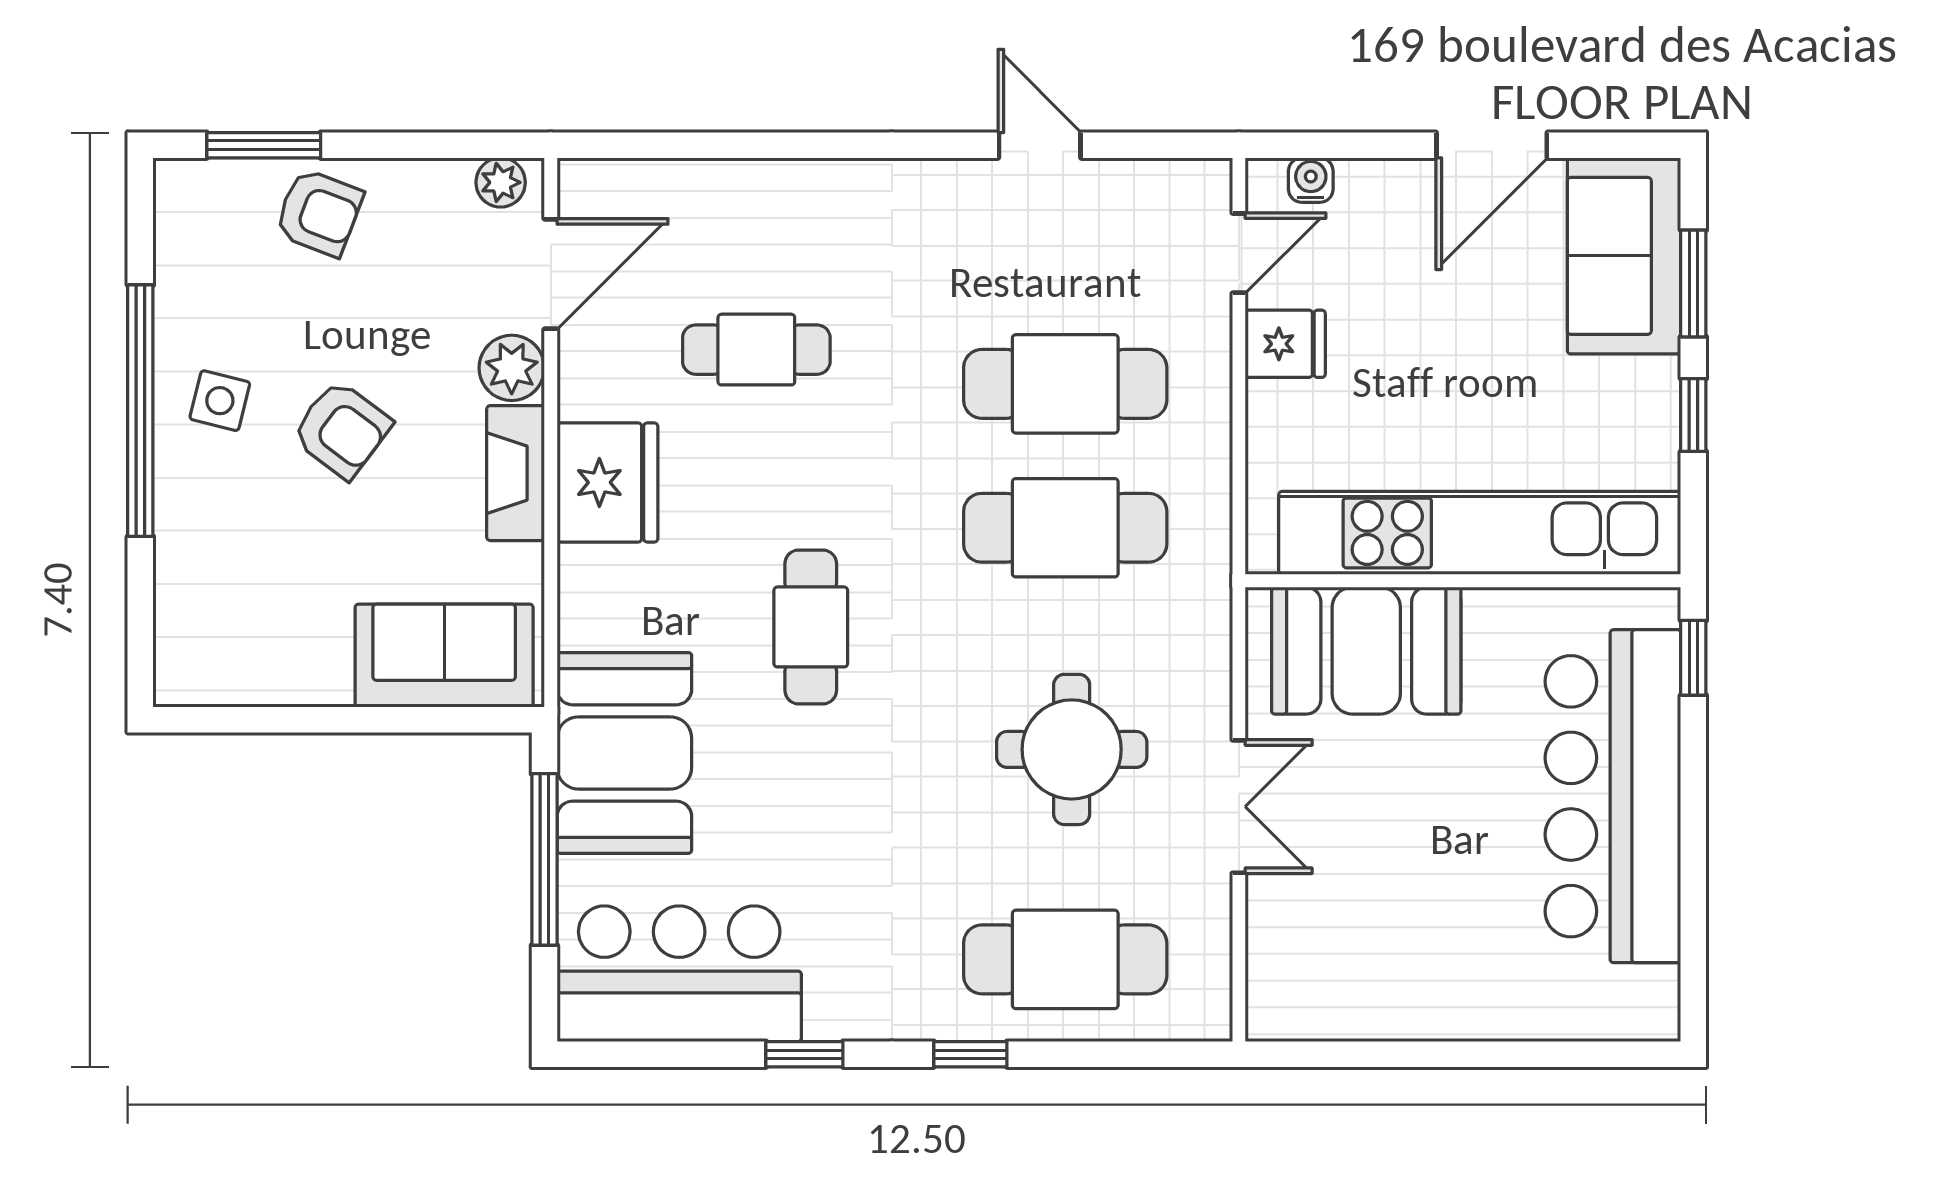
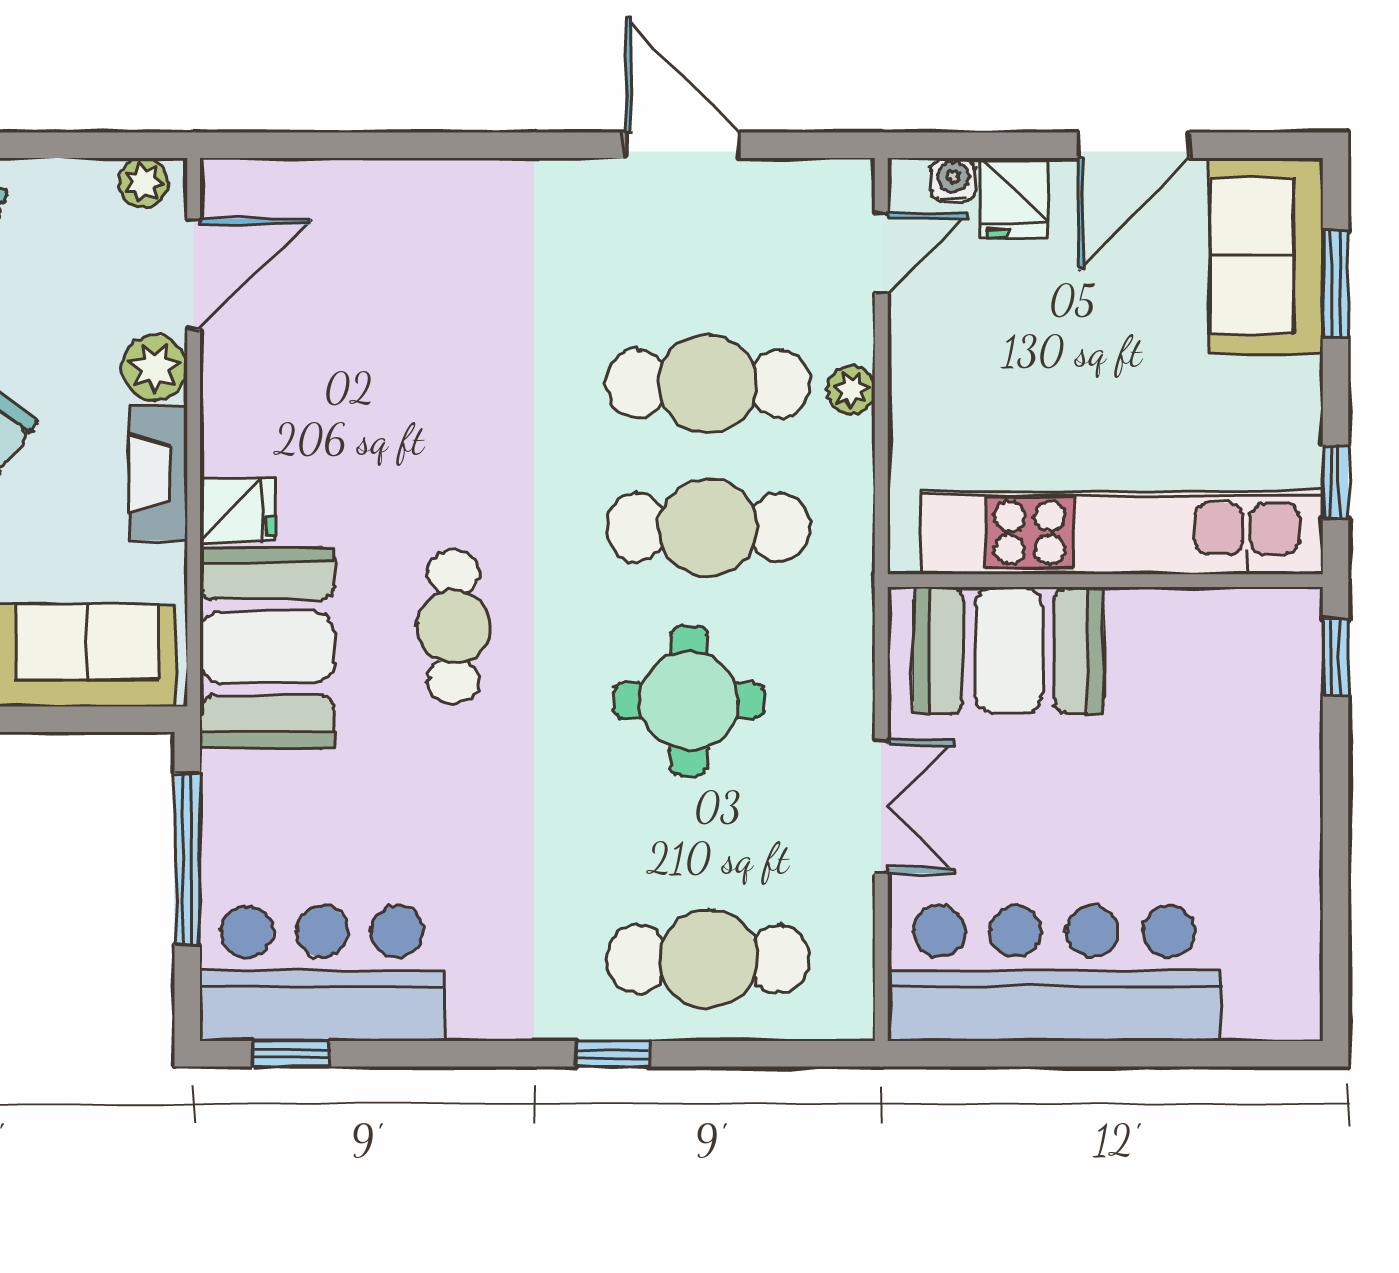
door: (1040, 145) -> (682, 145), width x1.38
fridge: (1285, 344) -> (1014, 198), moved, turned 90
cafe table: (756, 350) -> (399, 350), removed
plant: (1208, 390) -> (851, 390), added
window: (1693, 415) -> (1336, 482), moved
fridge: (607, 482) -> (238, 510), width x0.53, depth x0.75
round table: (1072, 749) -> (689, 701), moved
booth: (624, 753) -> (267, 647), moved
bar counter: (1613, 796) -> (1054, 973), moved, turned 90
window: (804, 1054) -> (291, 1054), moved

